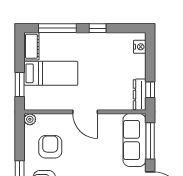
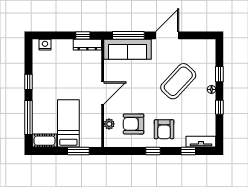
plant: (30, 119) -> (109, 124), moved

